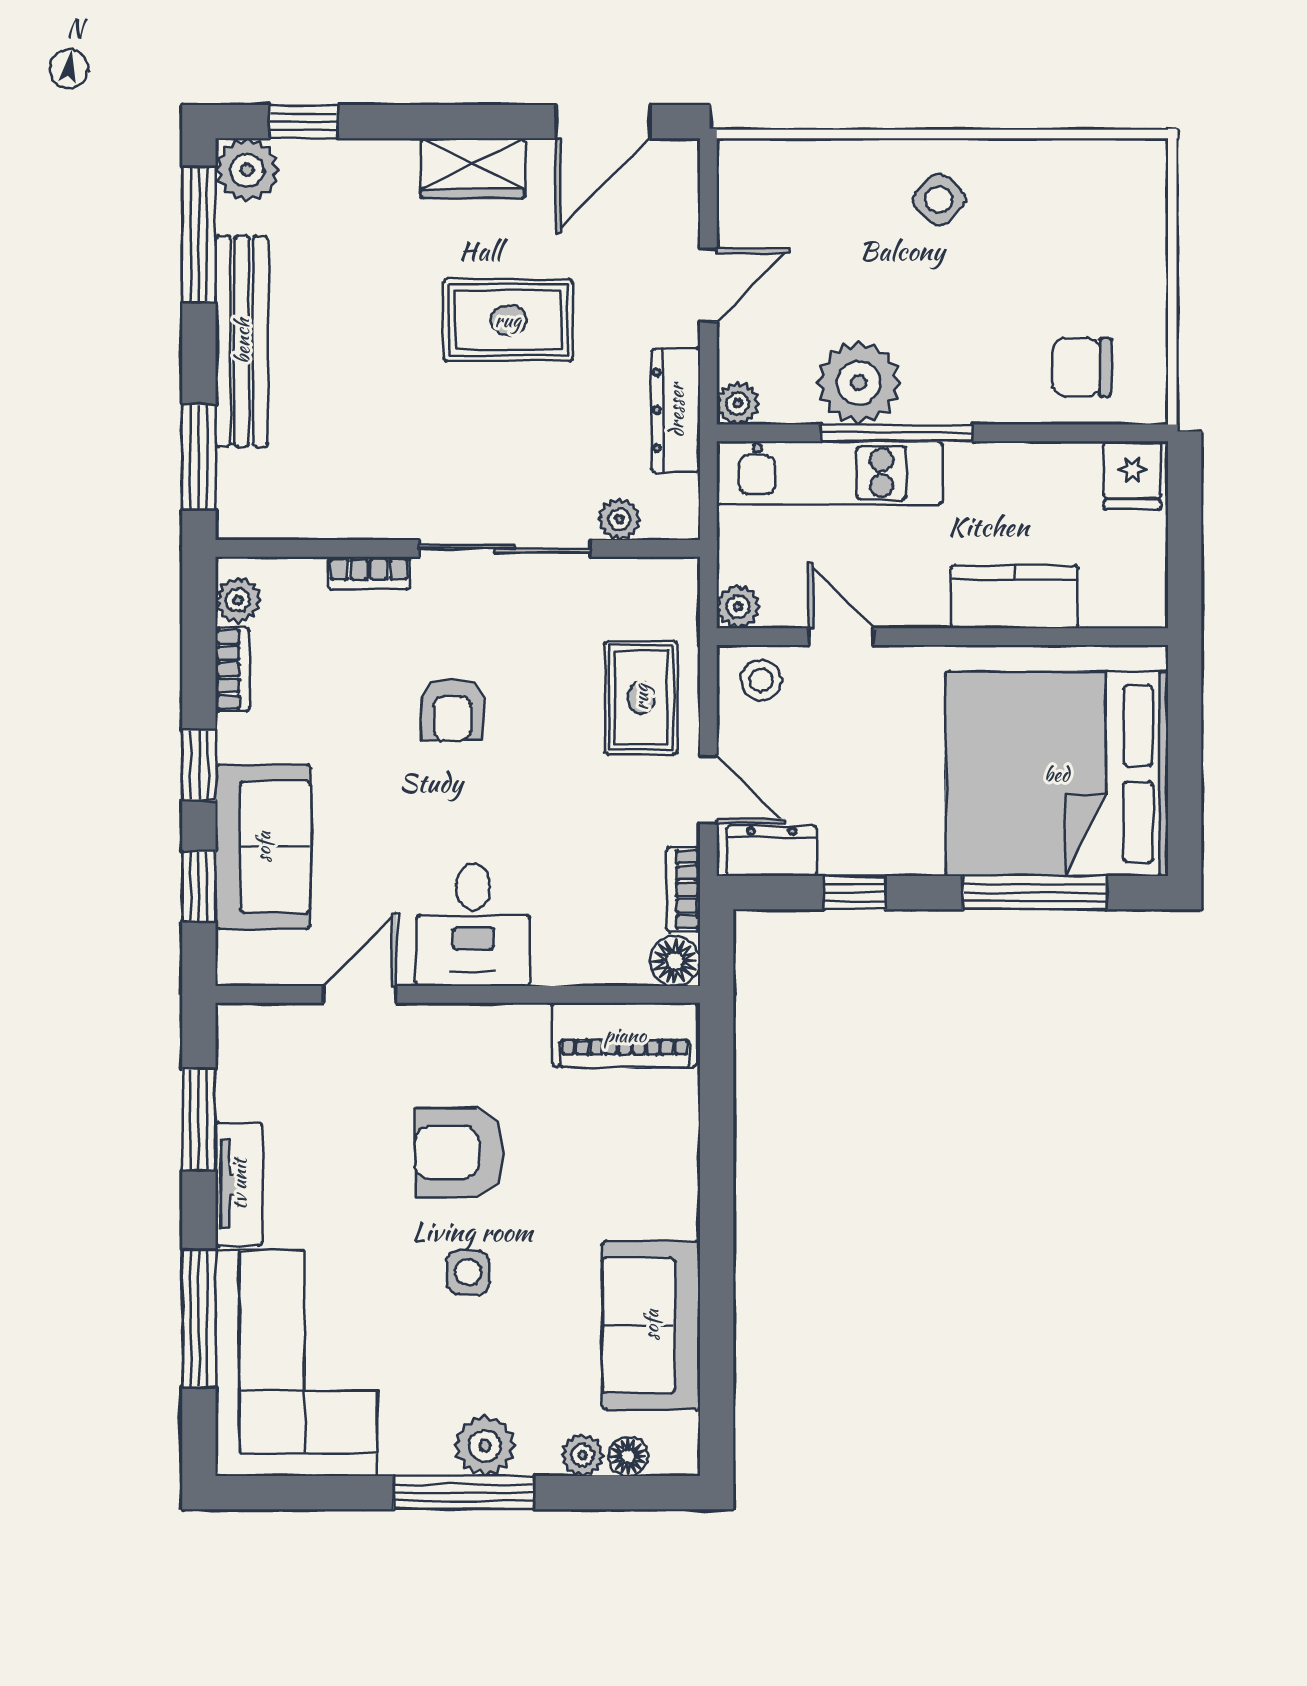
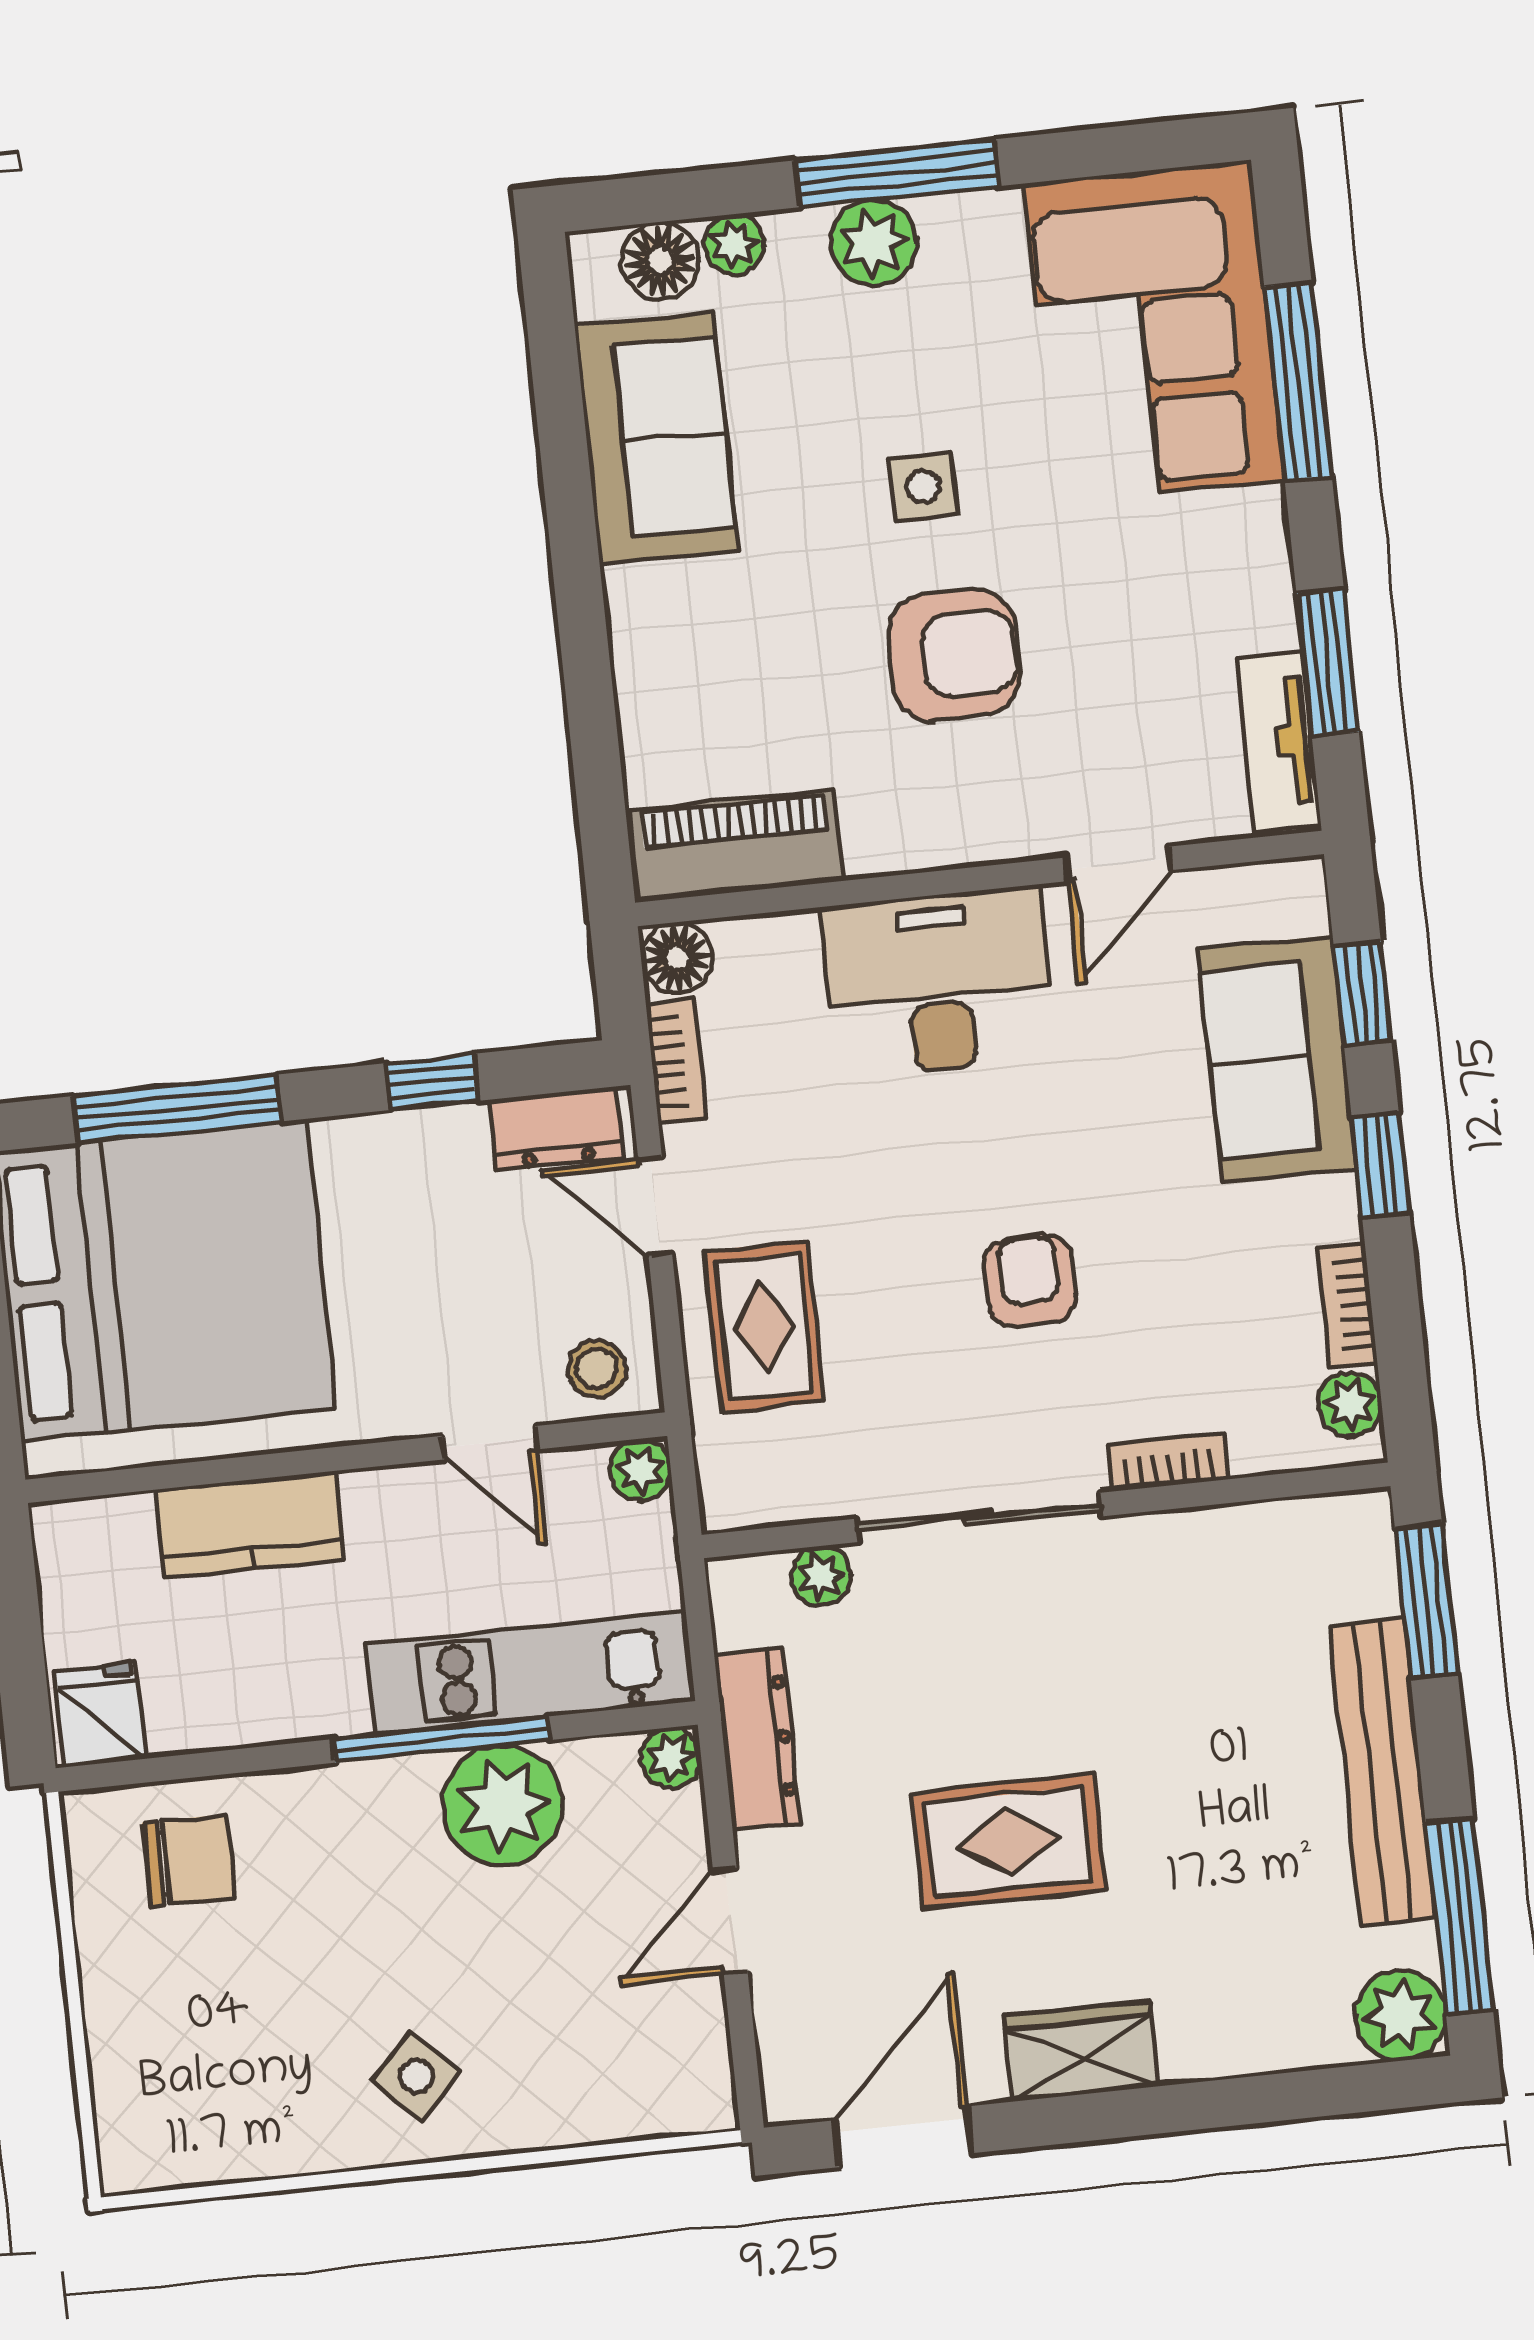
window: (303, 122) -> (1328, 2092), removed
desk: (473, 925) -> (938, 982), width x1.37
tv unit: (239, 1184) -> (1279, 742), moved
floor lamp: (628, 1456) -> (660, 261), width x1.37, depth x1.37

